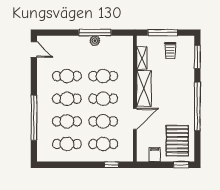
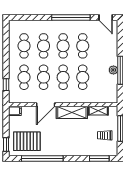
door: (34, 49) -> (106, 17), hinge flipped
window: (197, 106) -> (42, 159), moved
window: (34, 118) -> (71, 17), moved
door: (135, 119) -> (46, 105), hinge flipped
filing cabinet: (155, 155) -> (15, 111), moved

